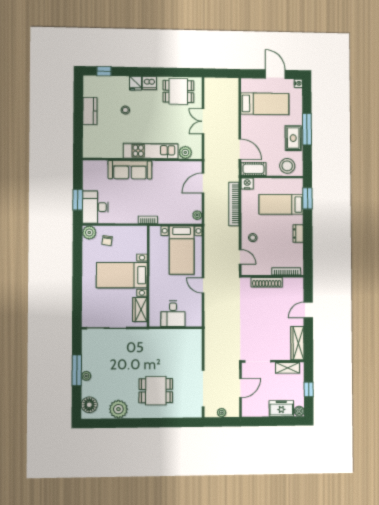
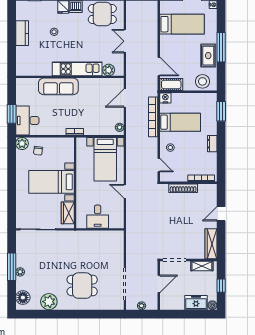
bed: (281, 204) -> (180, 122), moved, turned 180

